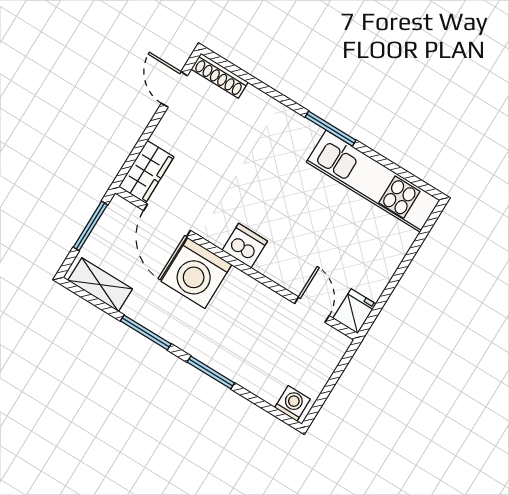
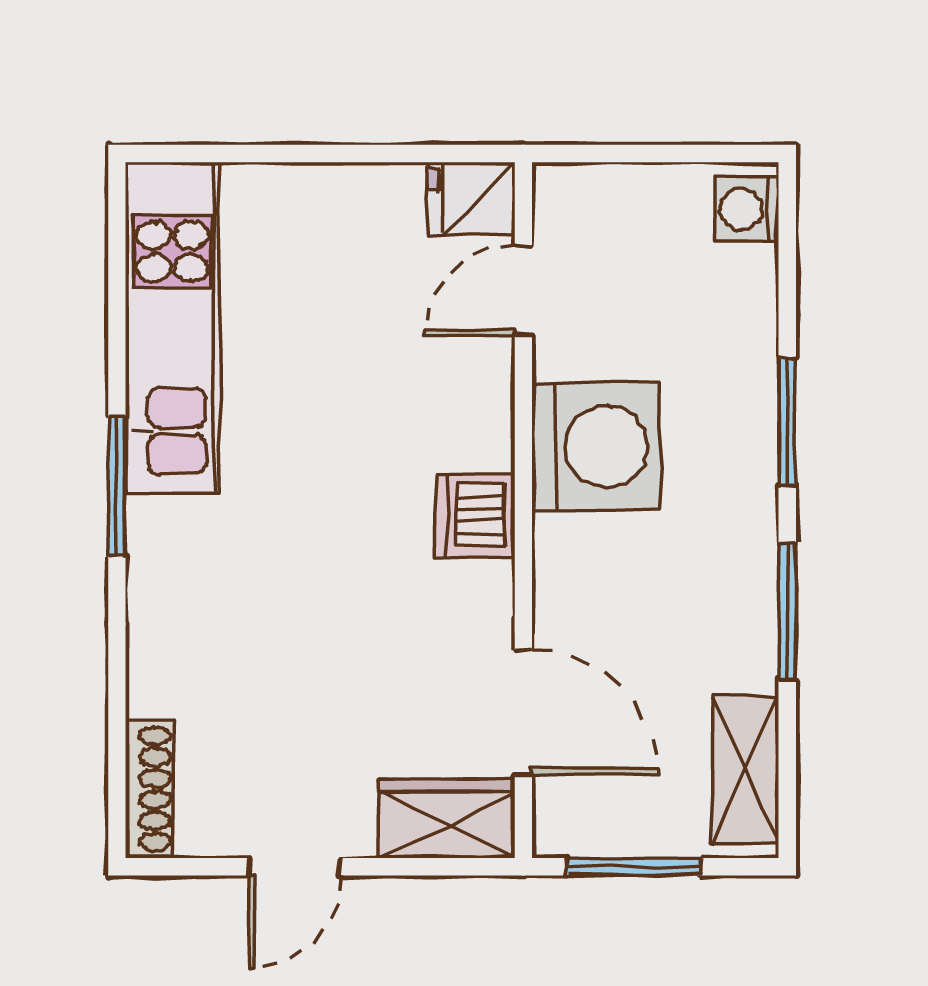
door: (174, 89) -> (295, 867), moved
door: (167, 221) -> (523, 712), hinge flipped
washing machine: (196, 273) -> (596, 447), moved

